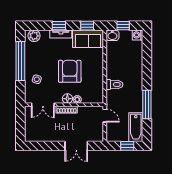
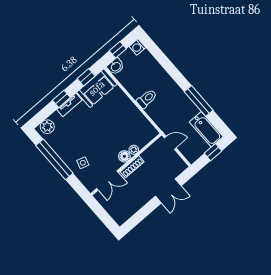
armchair: (70, 71) -> (106, 131), removed
toilet: (114, 85) -> (147, 99), moved

